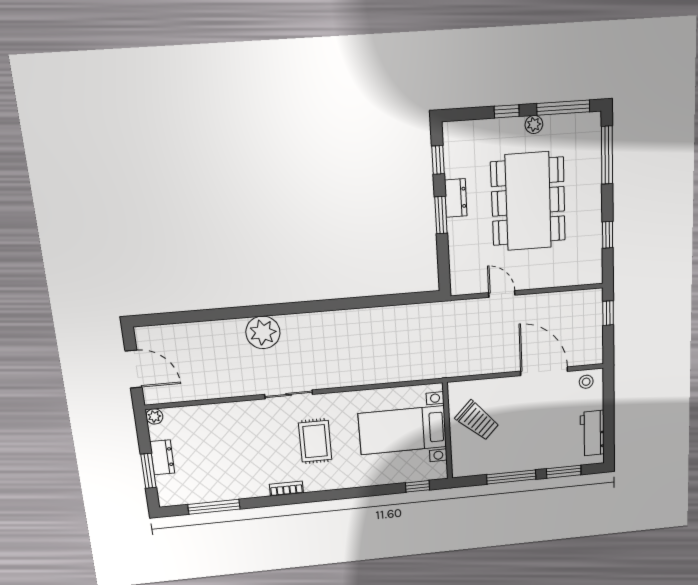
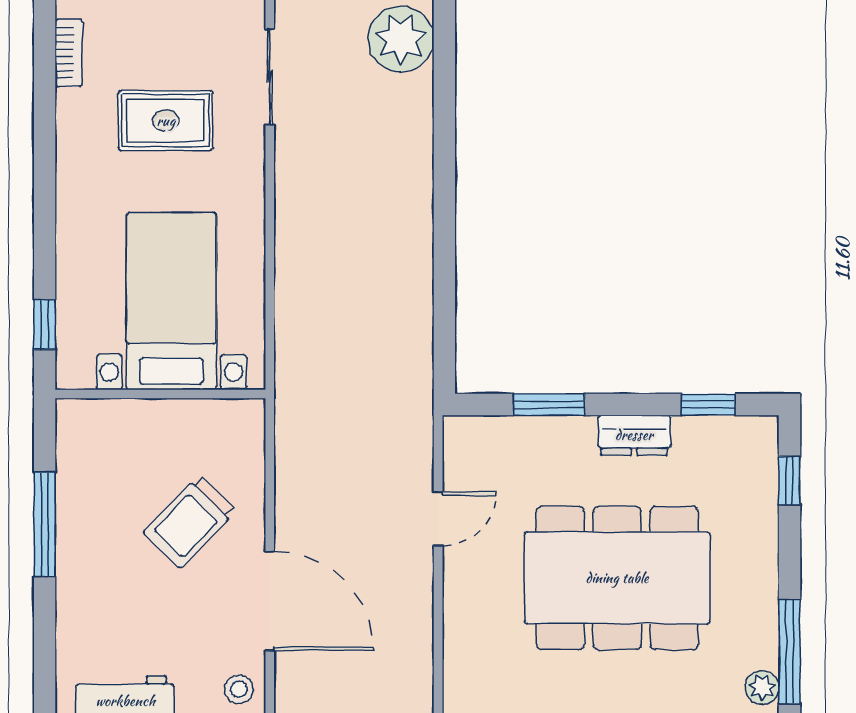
window: (507, 111) -> (789, 481), moved
plant: (534, 124) -> (762, 688), moved
window: (441, 215) -> (549, 404), moved
door: (544, 371) -> (270, 601), hinge flipped
trolley: (477, 421) -> (190, 522), moved
window: (564, 472) -> (45, 638), removed

